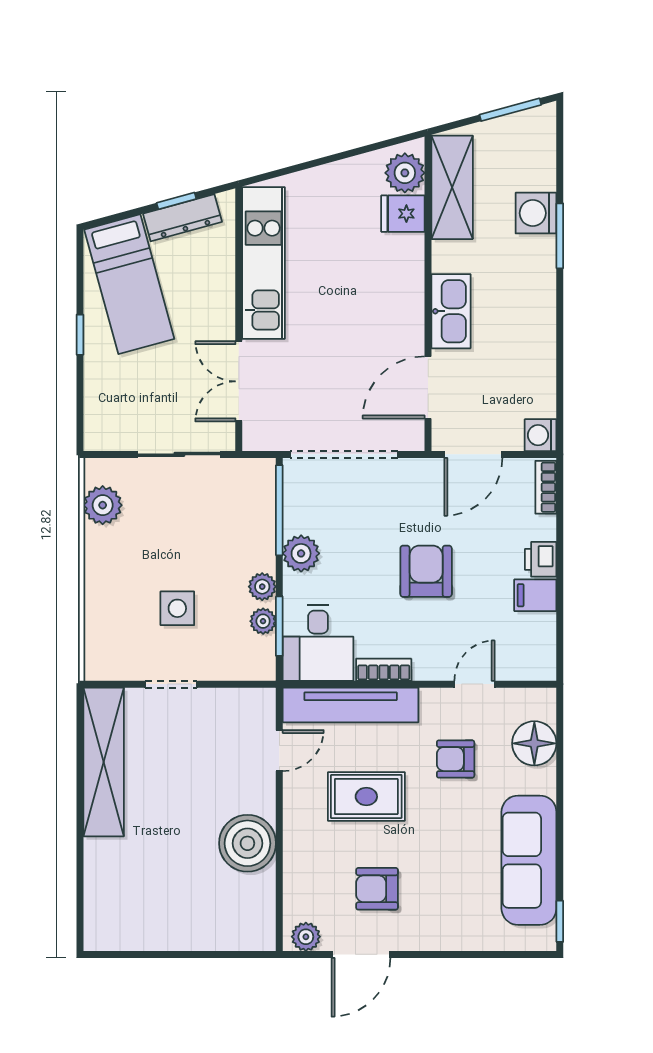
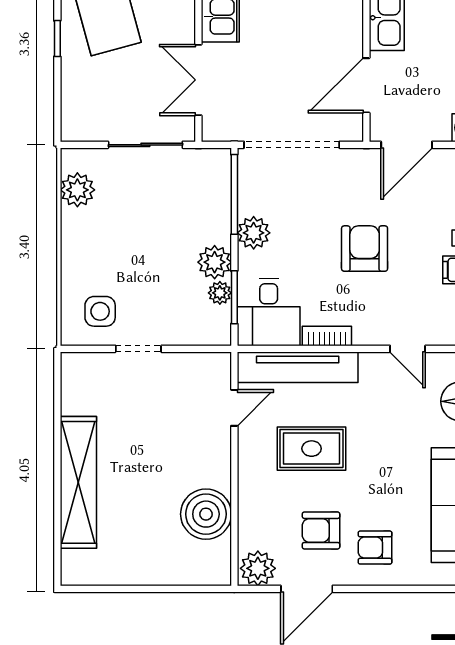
plant: (262, 587) -> (215, 262), width x1.38, depth x1.38
side table: (177, 608) -> (100, 311), moved
door: (474, 684) -> (408, 349), swing flipped
armchair: (456, 759) -> (375, 548), moved
shelving: (104, 762) -> (78, 482), moved
boiler: (247, 843) -> (206, 514), moved
plant: (306, 937) -> (258, 568), width x1.38, depth x1.38

